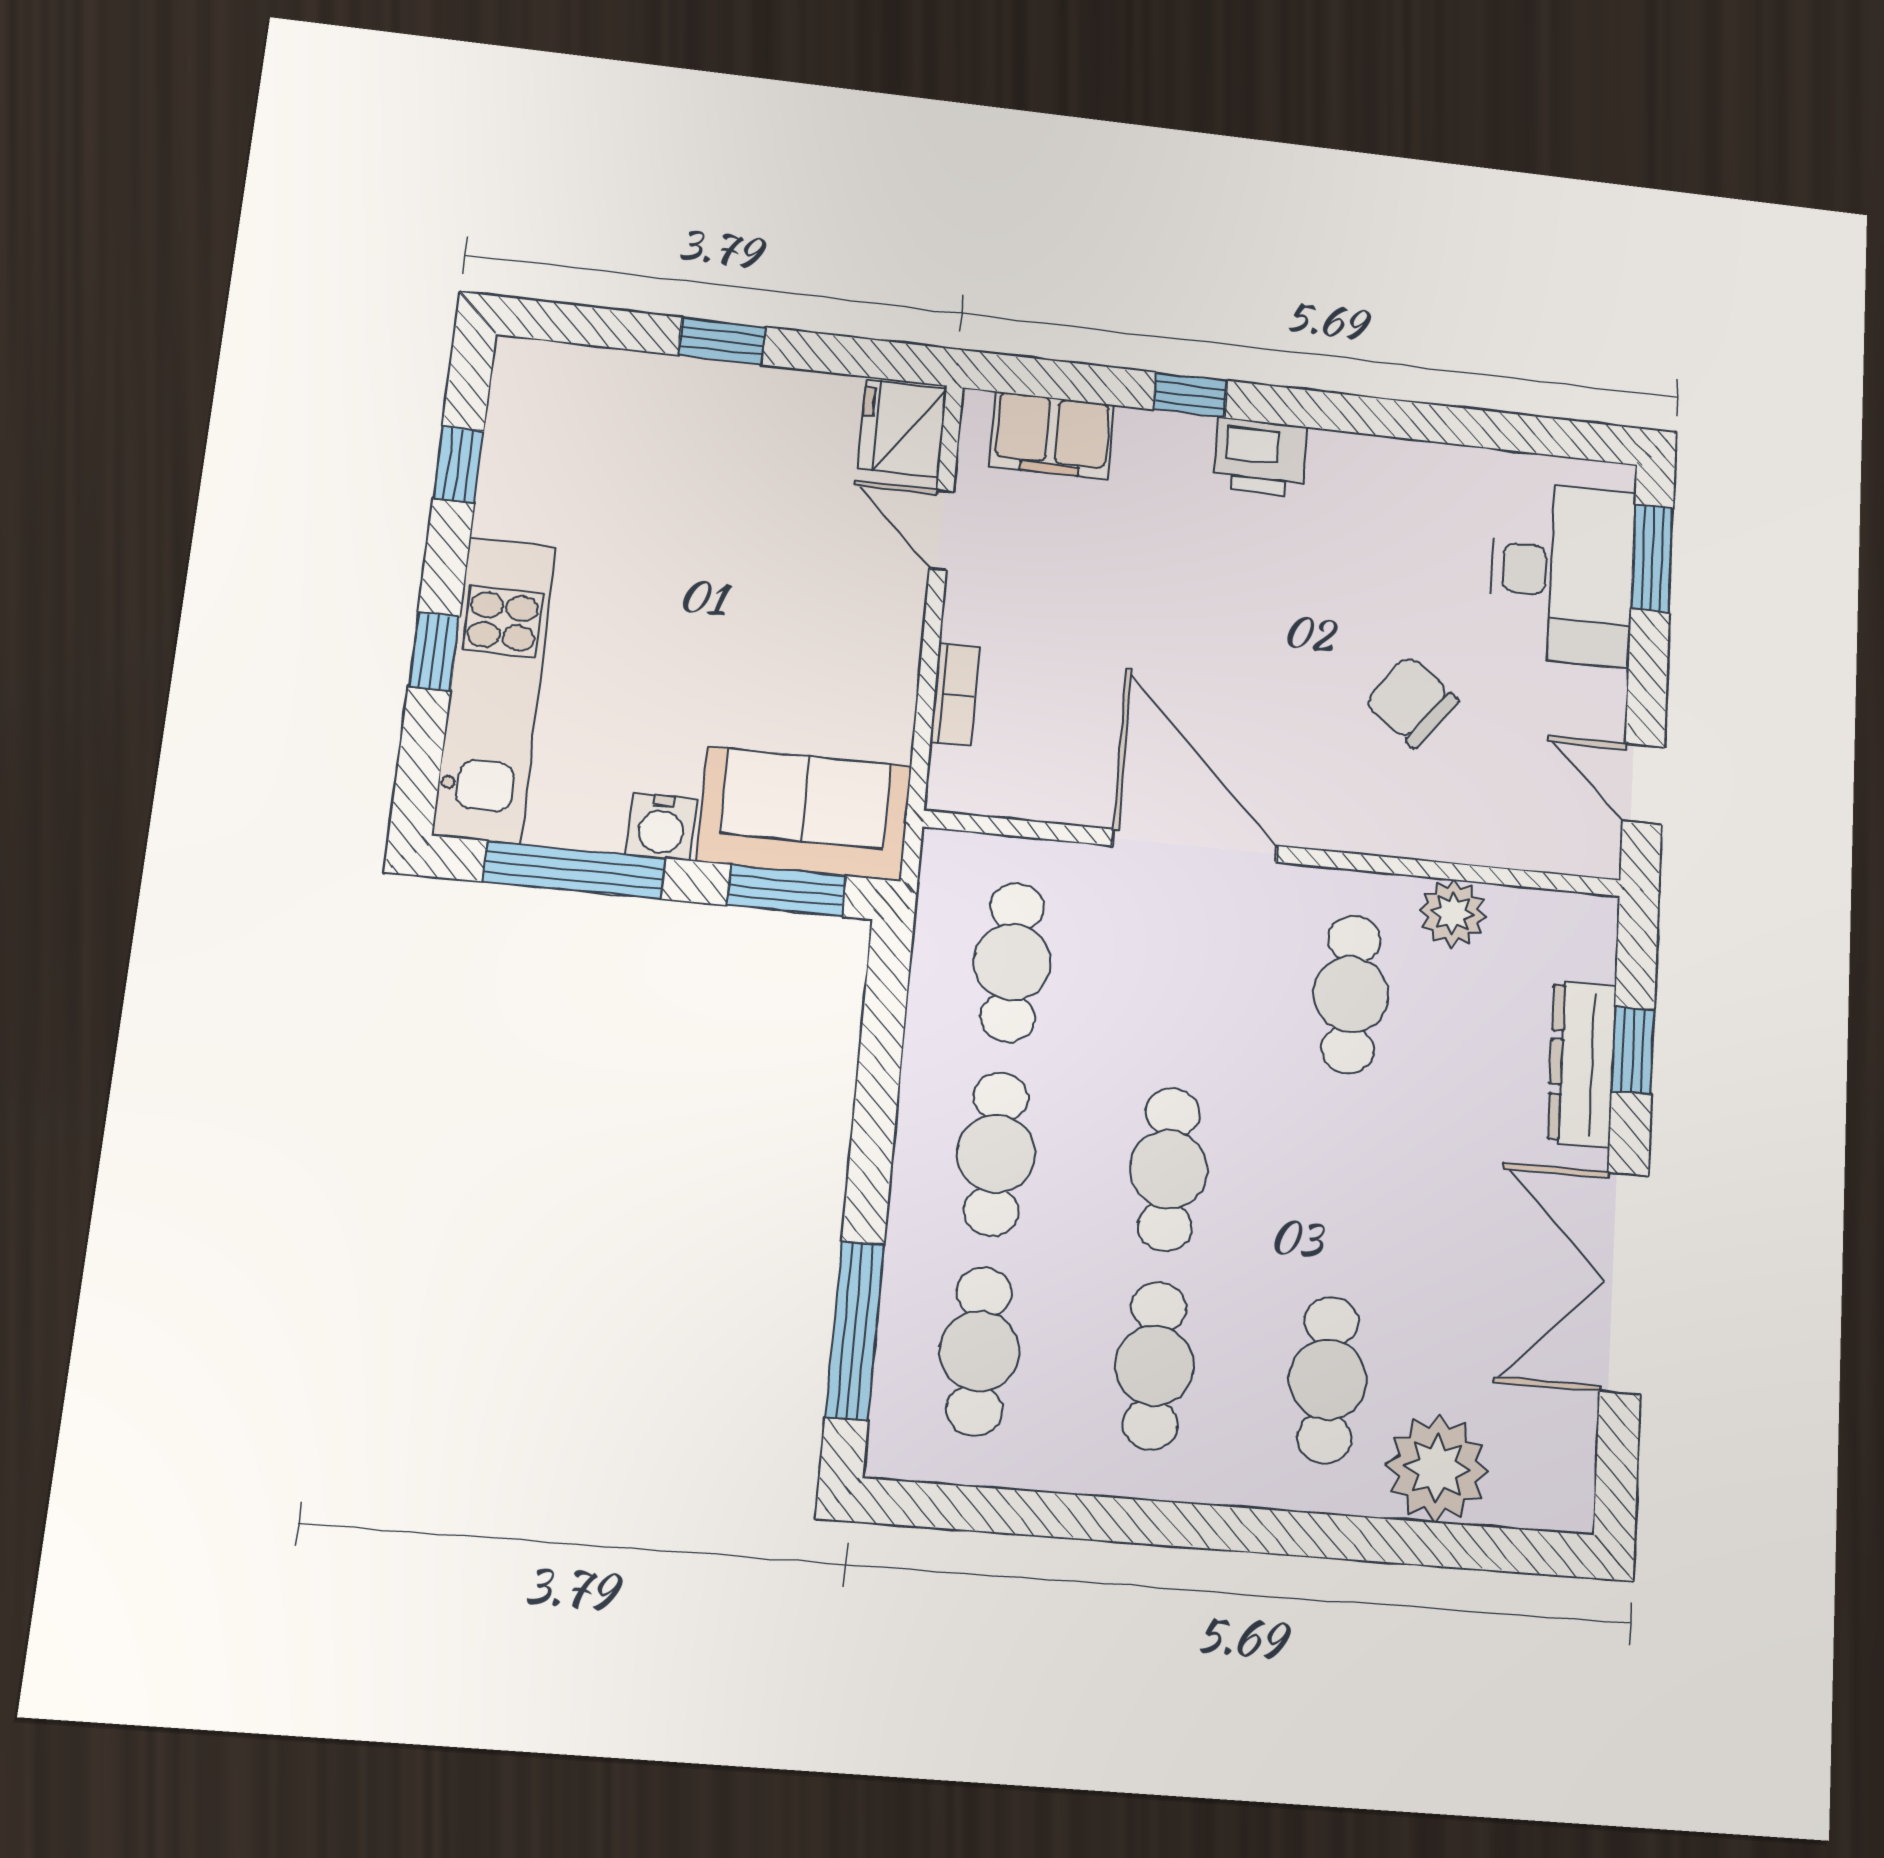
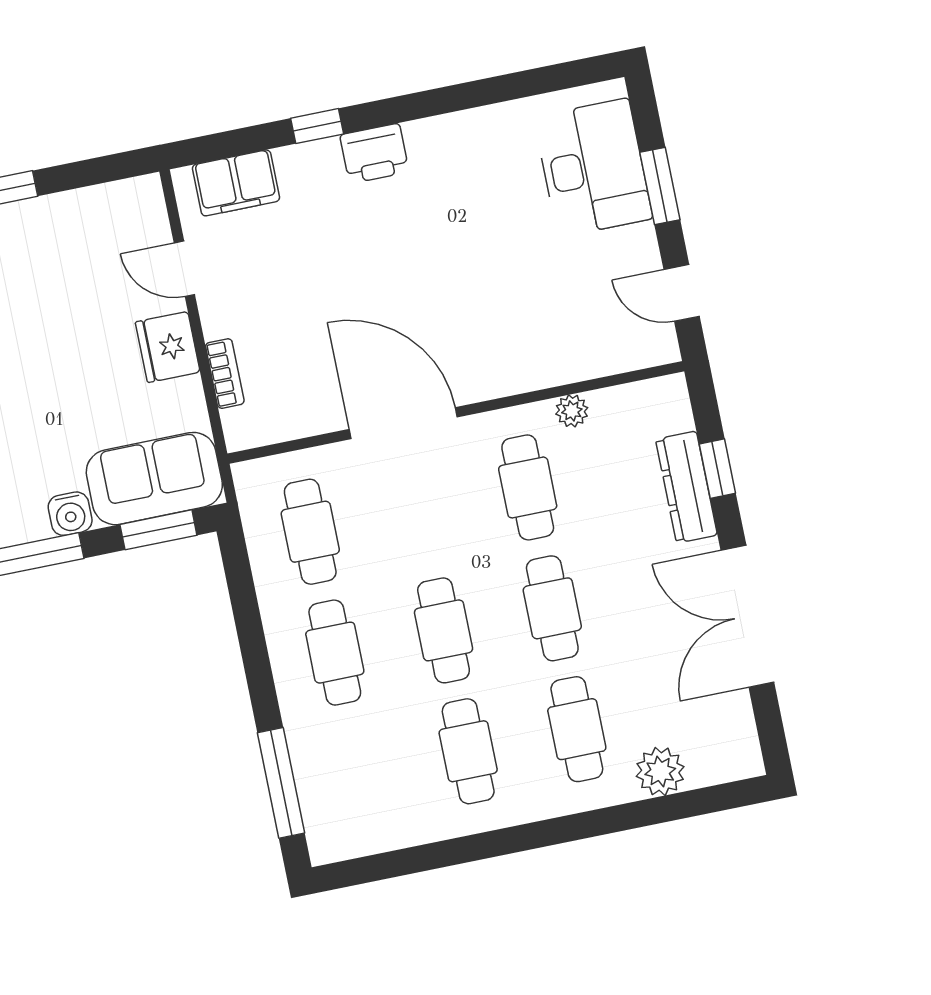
fridge: (902, 429) -> (168, 347), moved
window: (1652, 558) -> (660, 186), moved
chair: (1412, 701) -> (516, 286), removed
plant: (1453, 913) -> (572, 411), width x0.73, depth x0.73
cafe table: (979, 1351) -> (552, 608), moved
plant: (1437, 1468) -> (660, 771), width x0.73, depth x0.73

